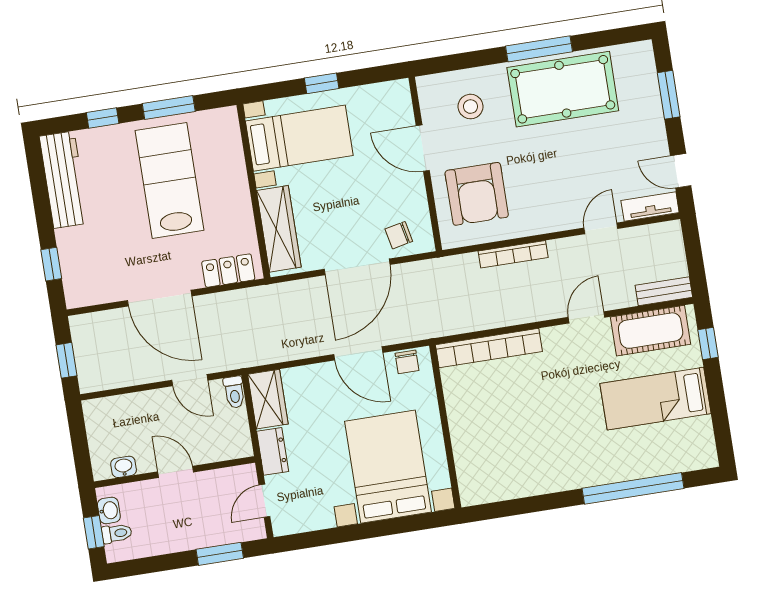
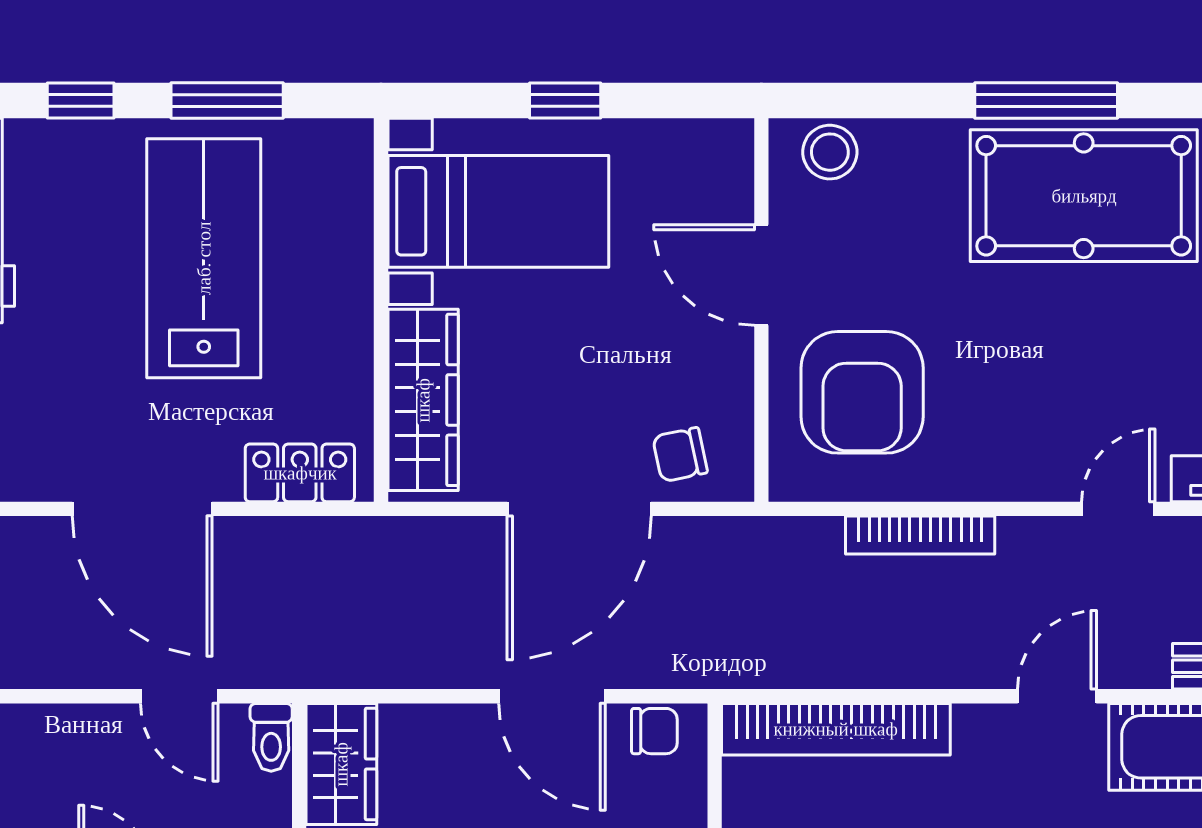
stool: (470, 107) -> (830, 152), moved
chair: (407, 362) -> (654, 731), turned -90

